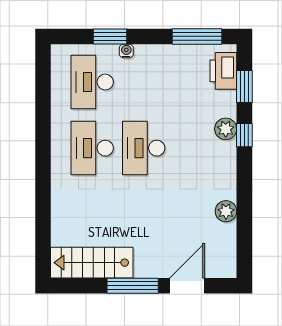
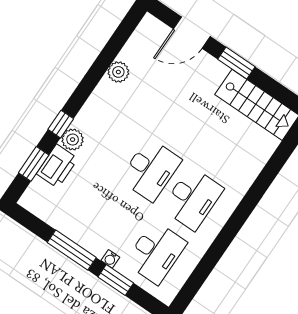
window: (197, 36) -> (72, 250), moved
printer: (223, 71) -> (57, 166), moved
window: (133, 286) -> (236, 63), width x0.69

